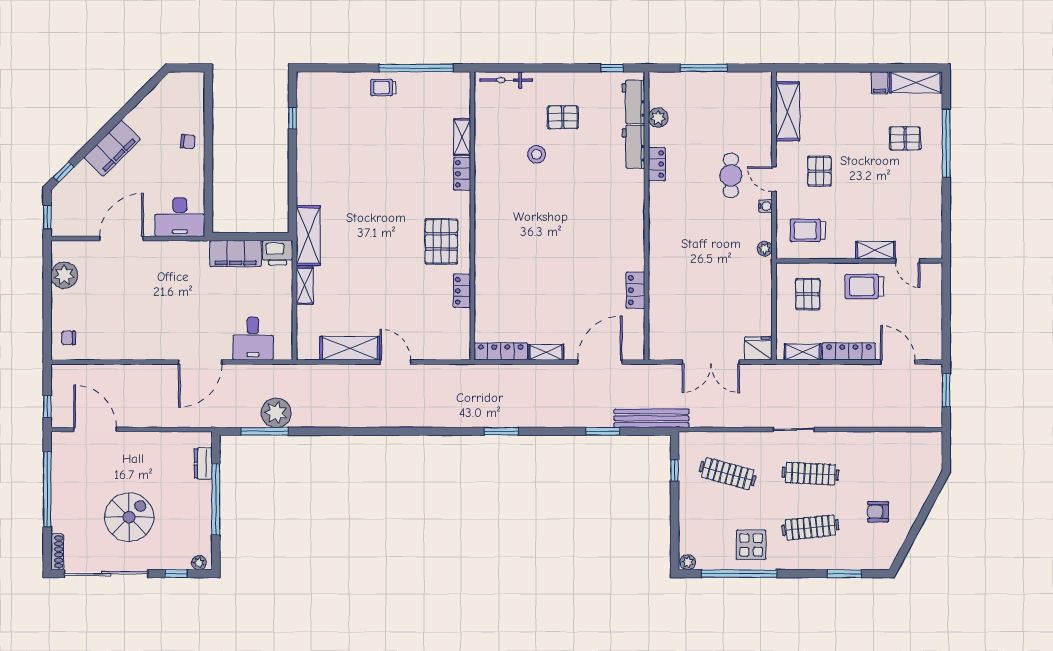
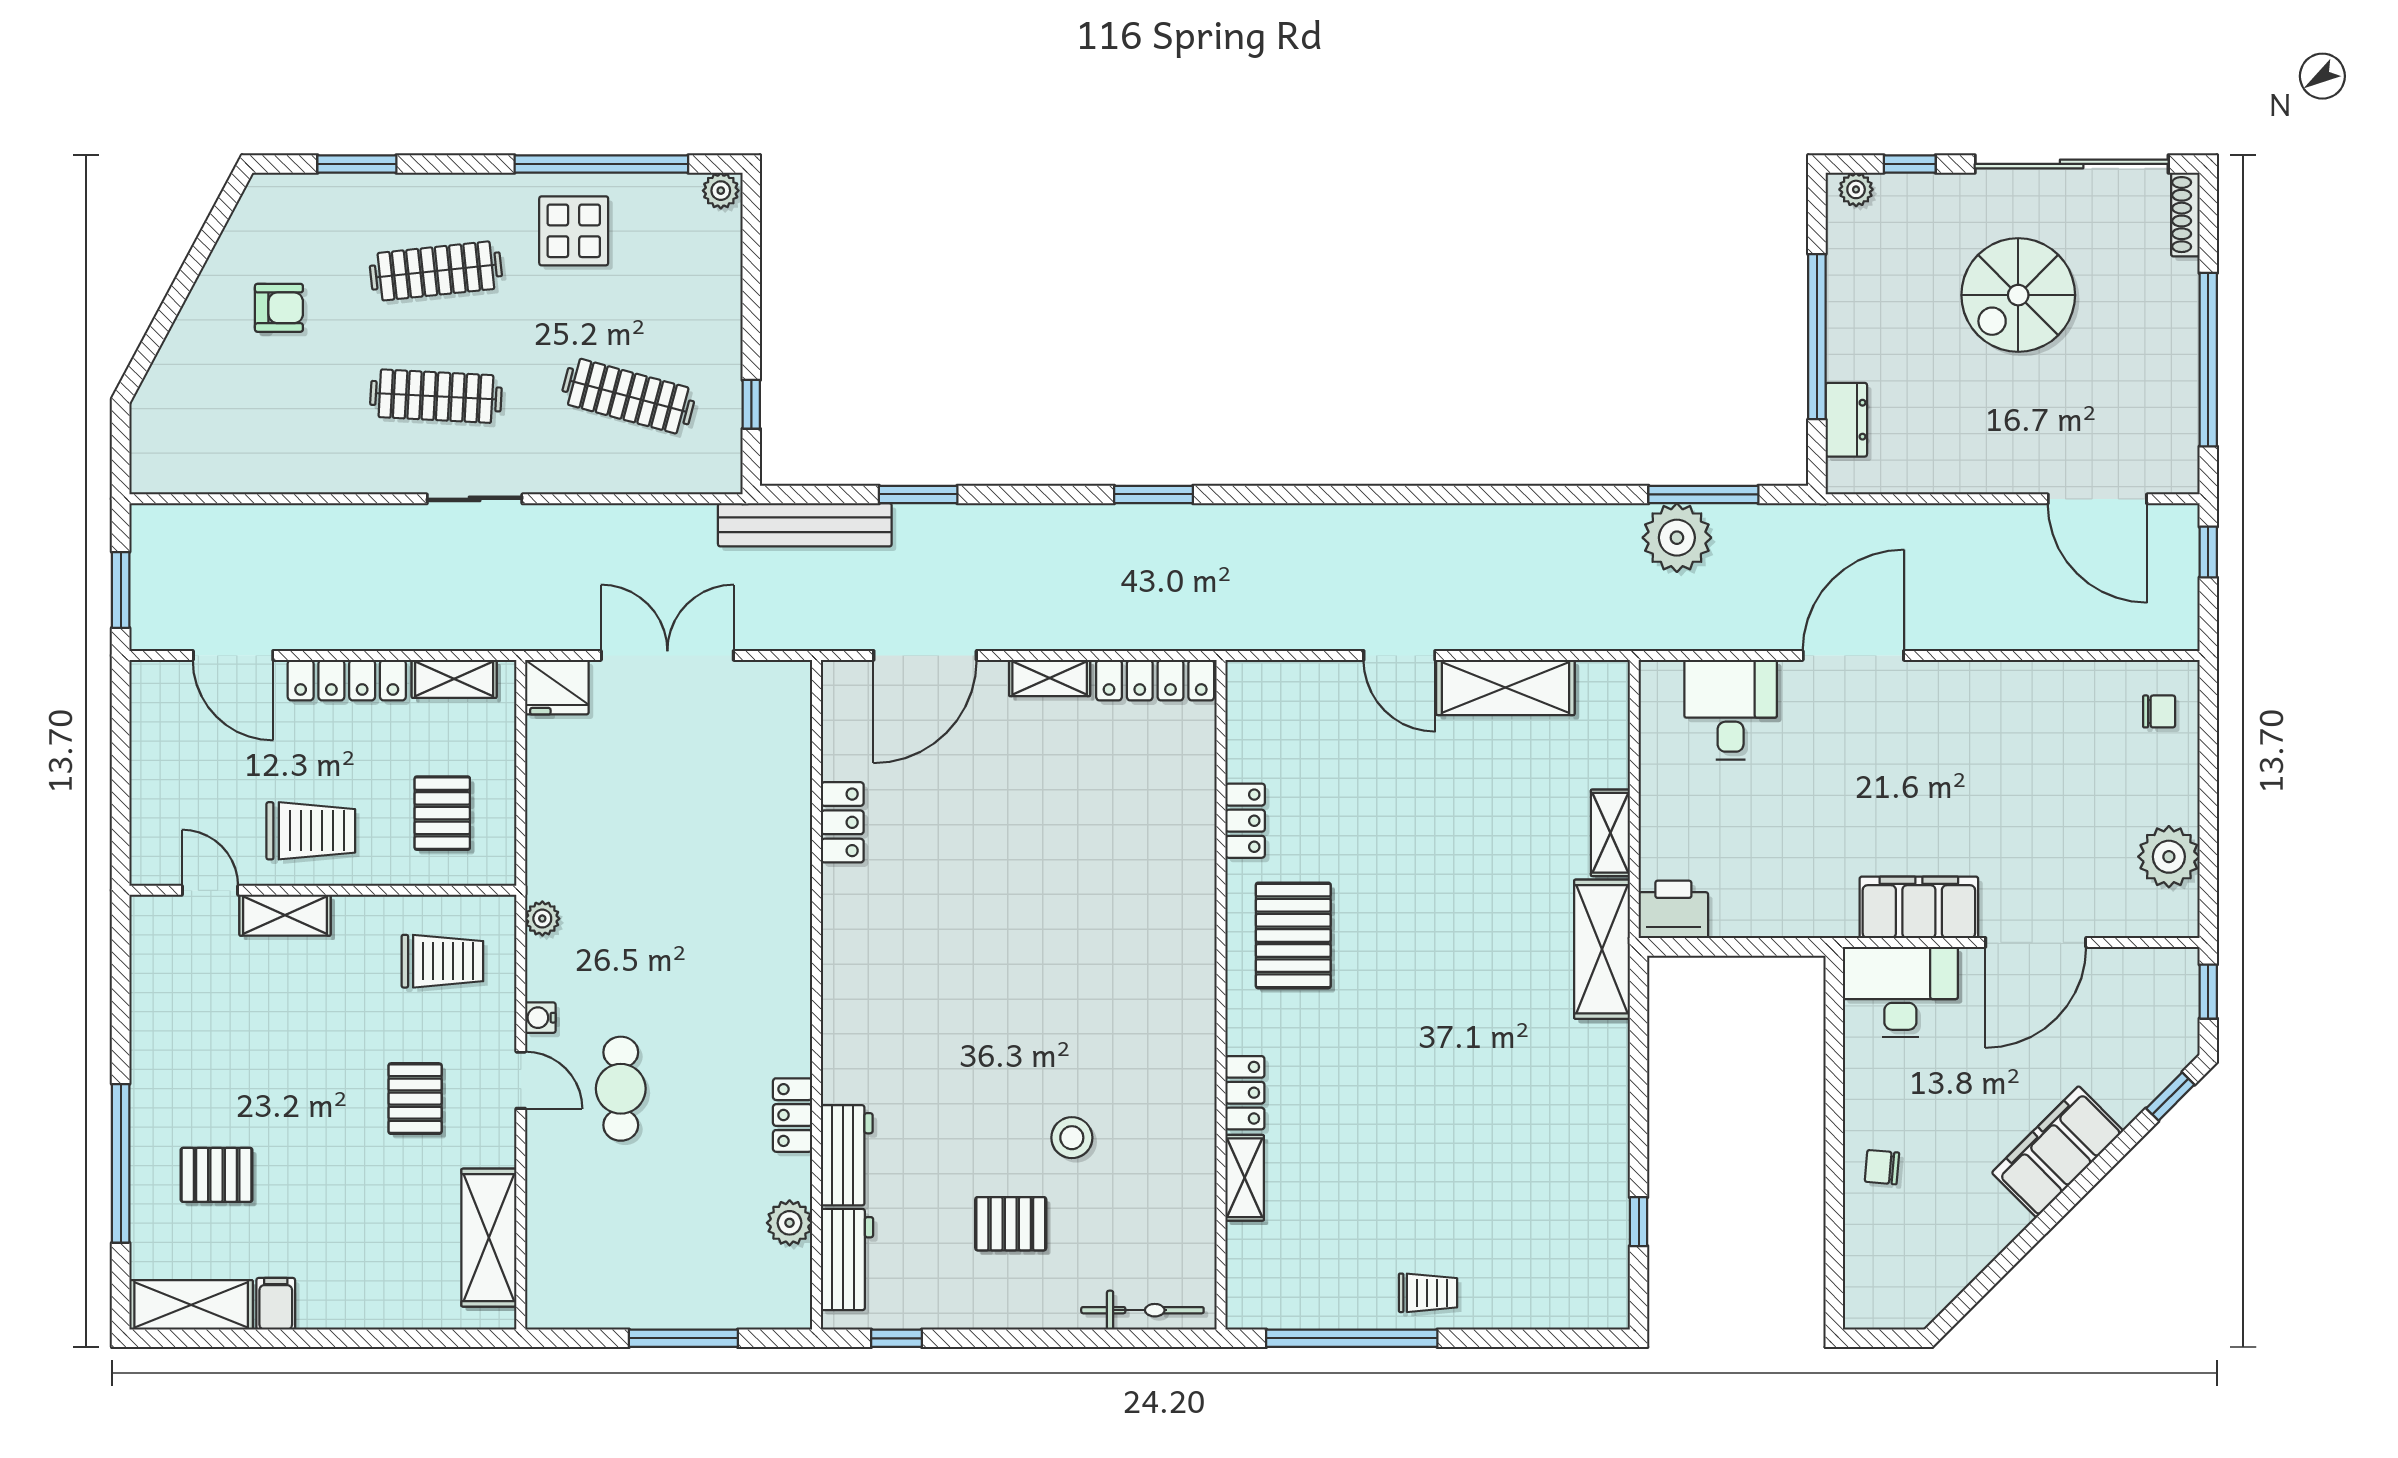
filing cabinet: (236, 254) -> (1919, 907), moved

